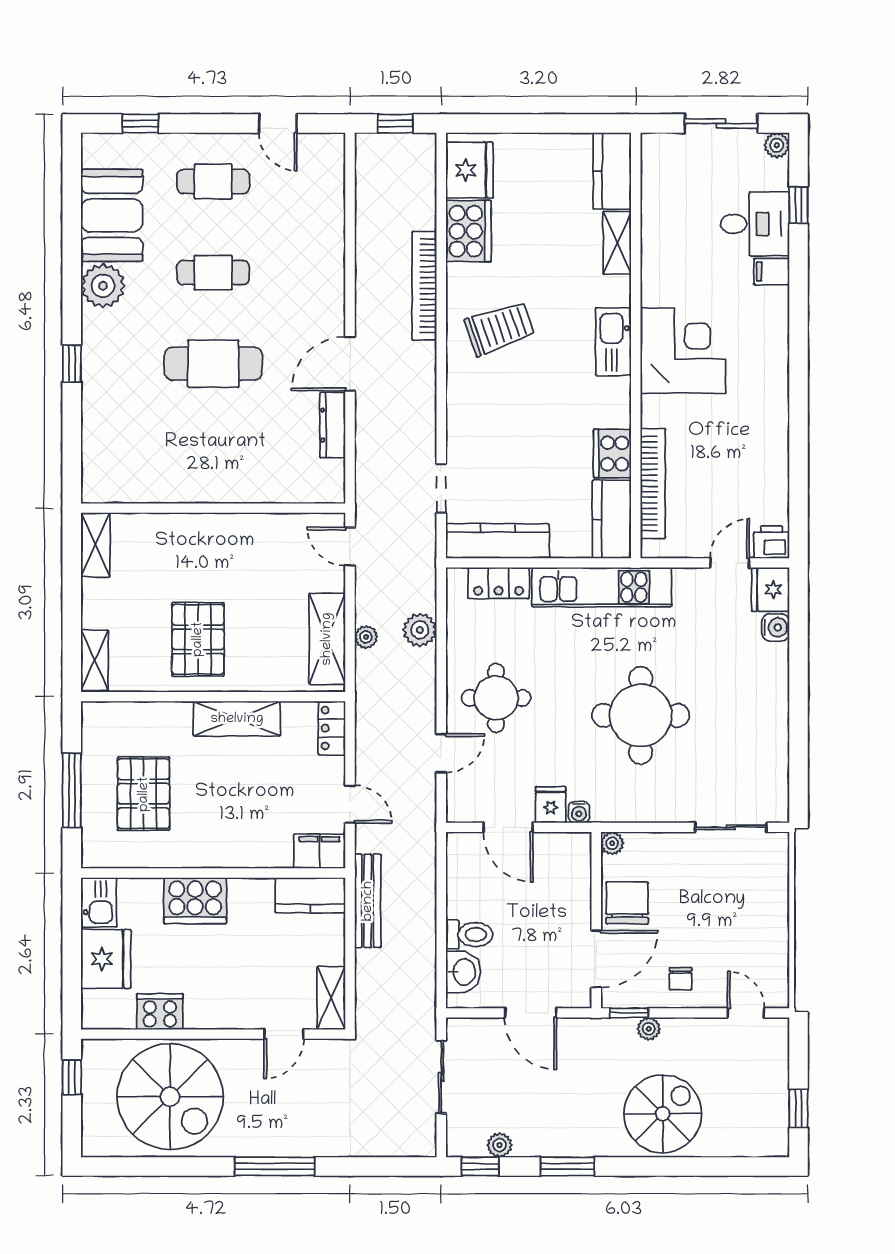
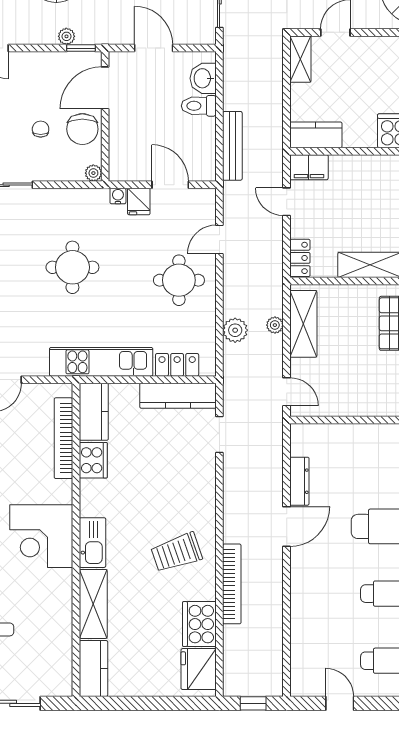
shelving: (617, 243) -> (93, 604), width x1.50, depth x1.33
round table: (641, 715) -> (72, 267), width x0.73, depth x0.73
bench: (368, 901) -> (232, 146), moved
chair: (681, 979) -> (41, 129), moved

